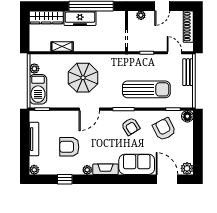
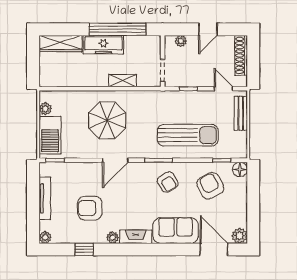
shelving: (62, 46) -> (123, 81), moved

